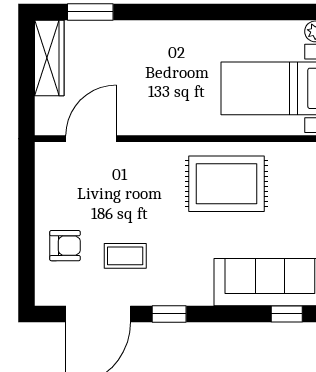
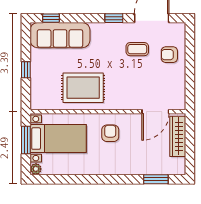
wardrobe: (49, 58) -> (178, 136), moved
armchair: (176, 98) -> (110, 133), added

